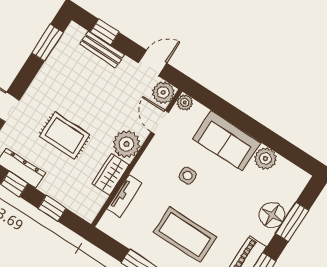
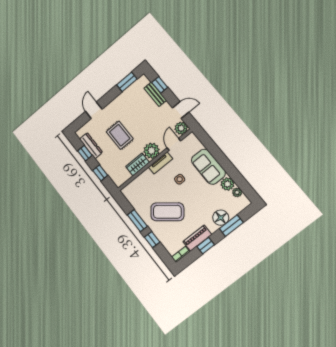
plant: (185, 102) -> (237, 192), moved
tv unit: (124, 196) -> (161, 163), moved
coffee table: (185, 235) -> (167, 212), turned -52

